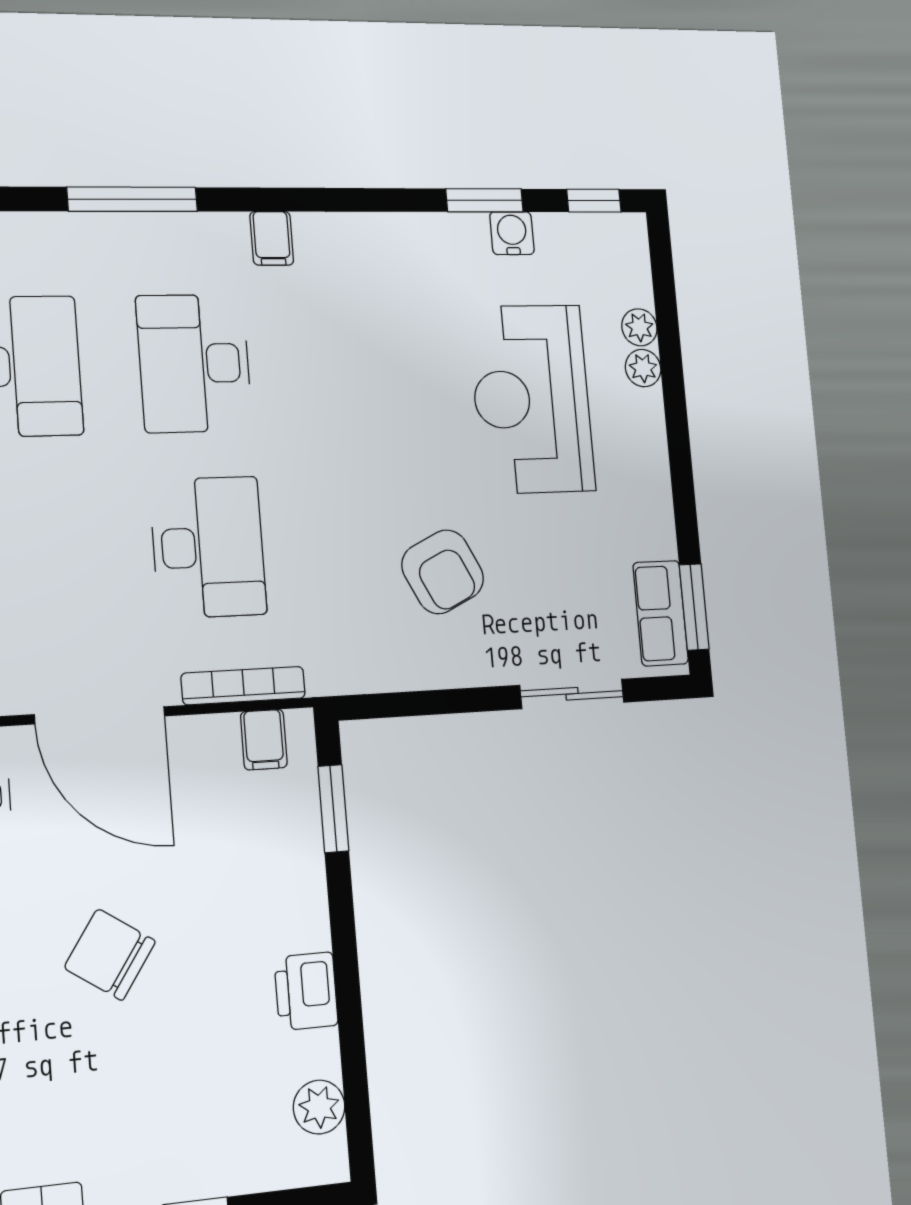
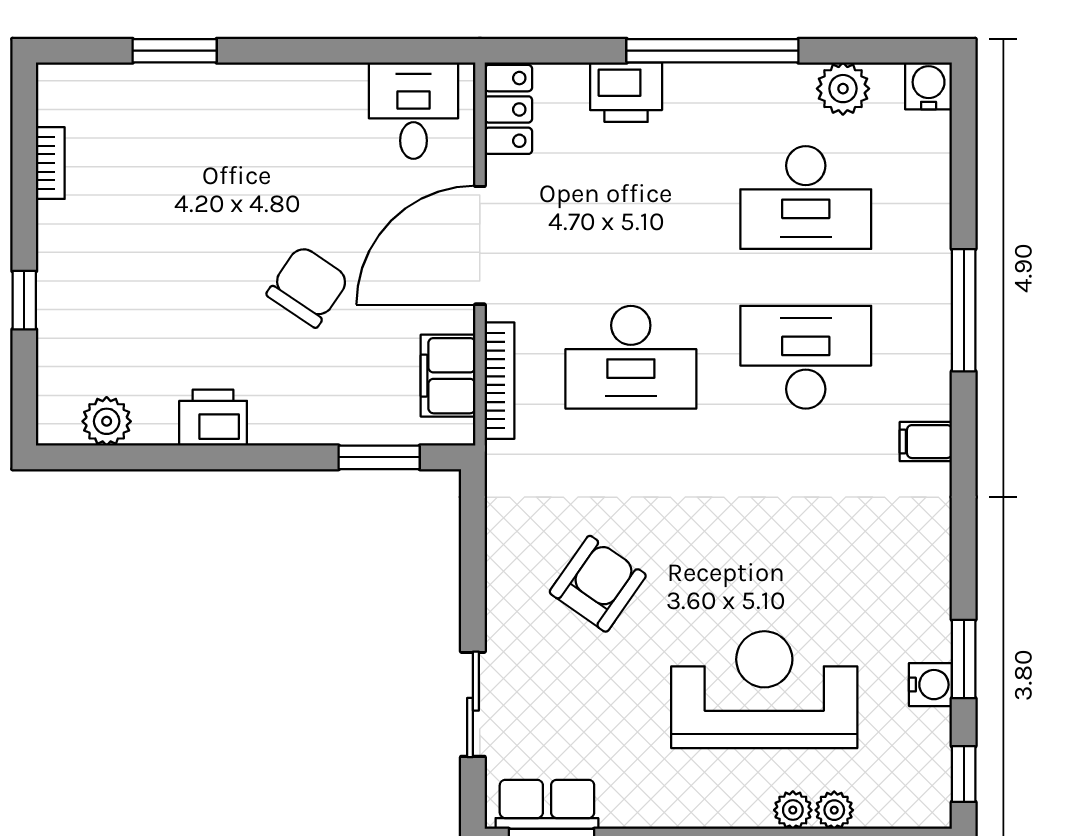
armchair: (443, 572) -> (598, 584), turned 151
filing cabinet: (264, 740) -> (448, 376), width x2.00
chair: (110, 955) -> (308, 286), moved

